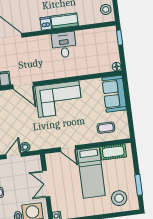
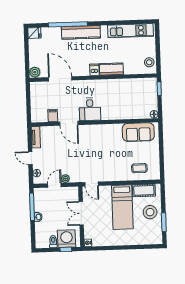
desk: (64, 45) -> (90, 109), moved, turned 180
sofa: (114, 94) -> (138, 132), moved, turned -90
corner sofa: (59, 99) -> (100, 138), removed
door: (68, 149) -> (92, 184), moved
stool: (119, 198) -> (150, 212), moved

